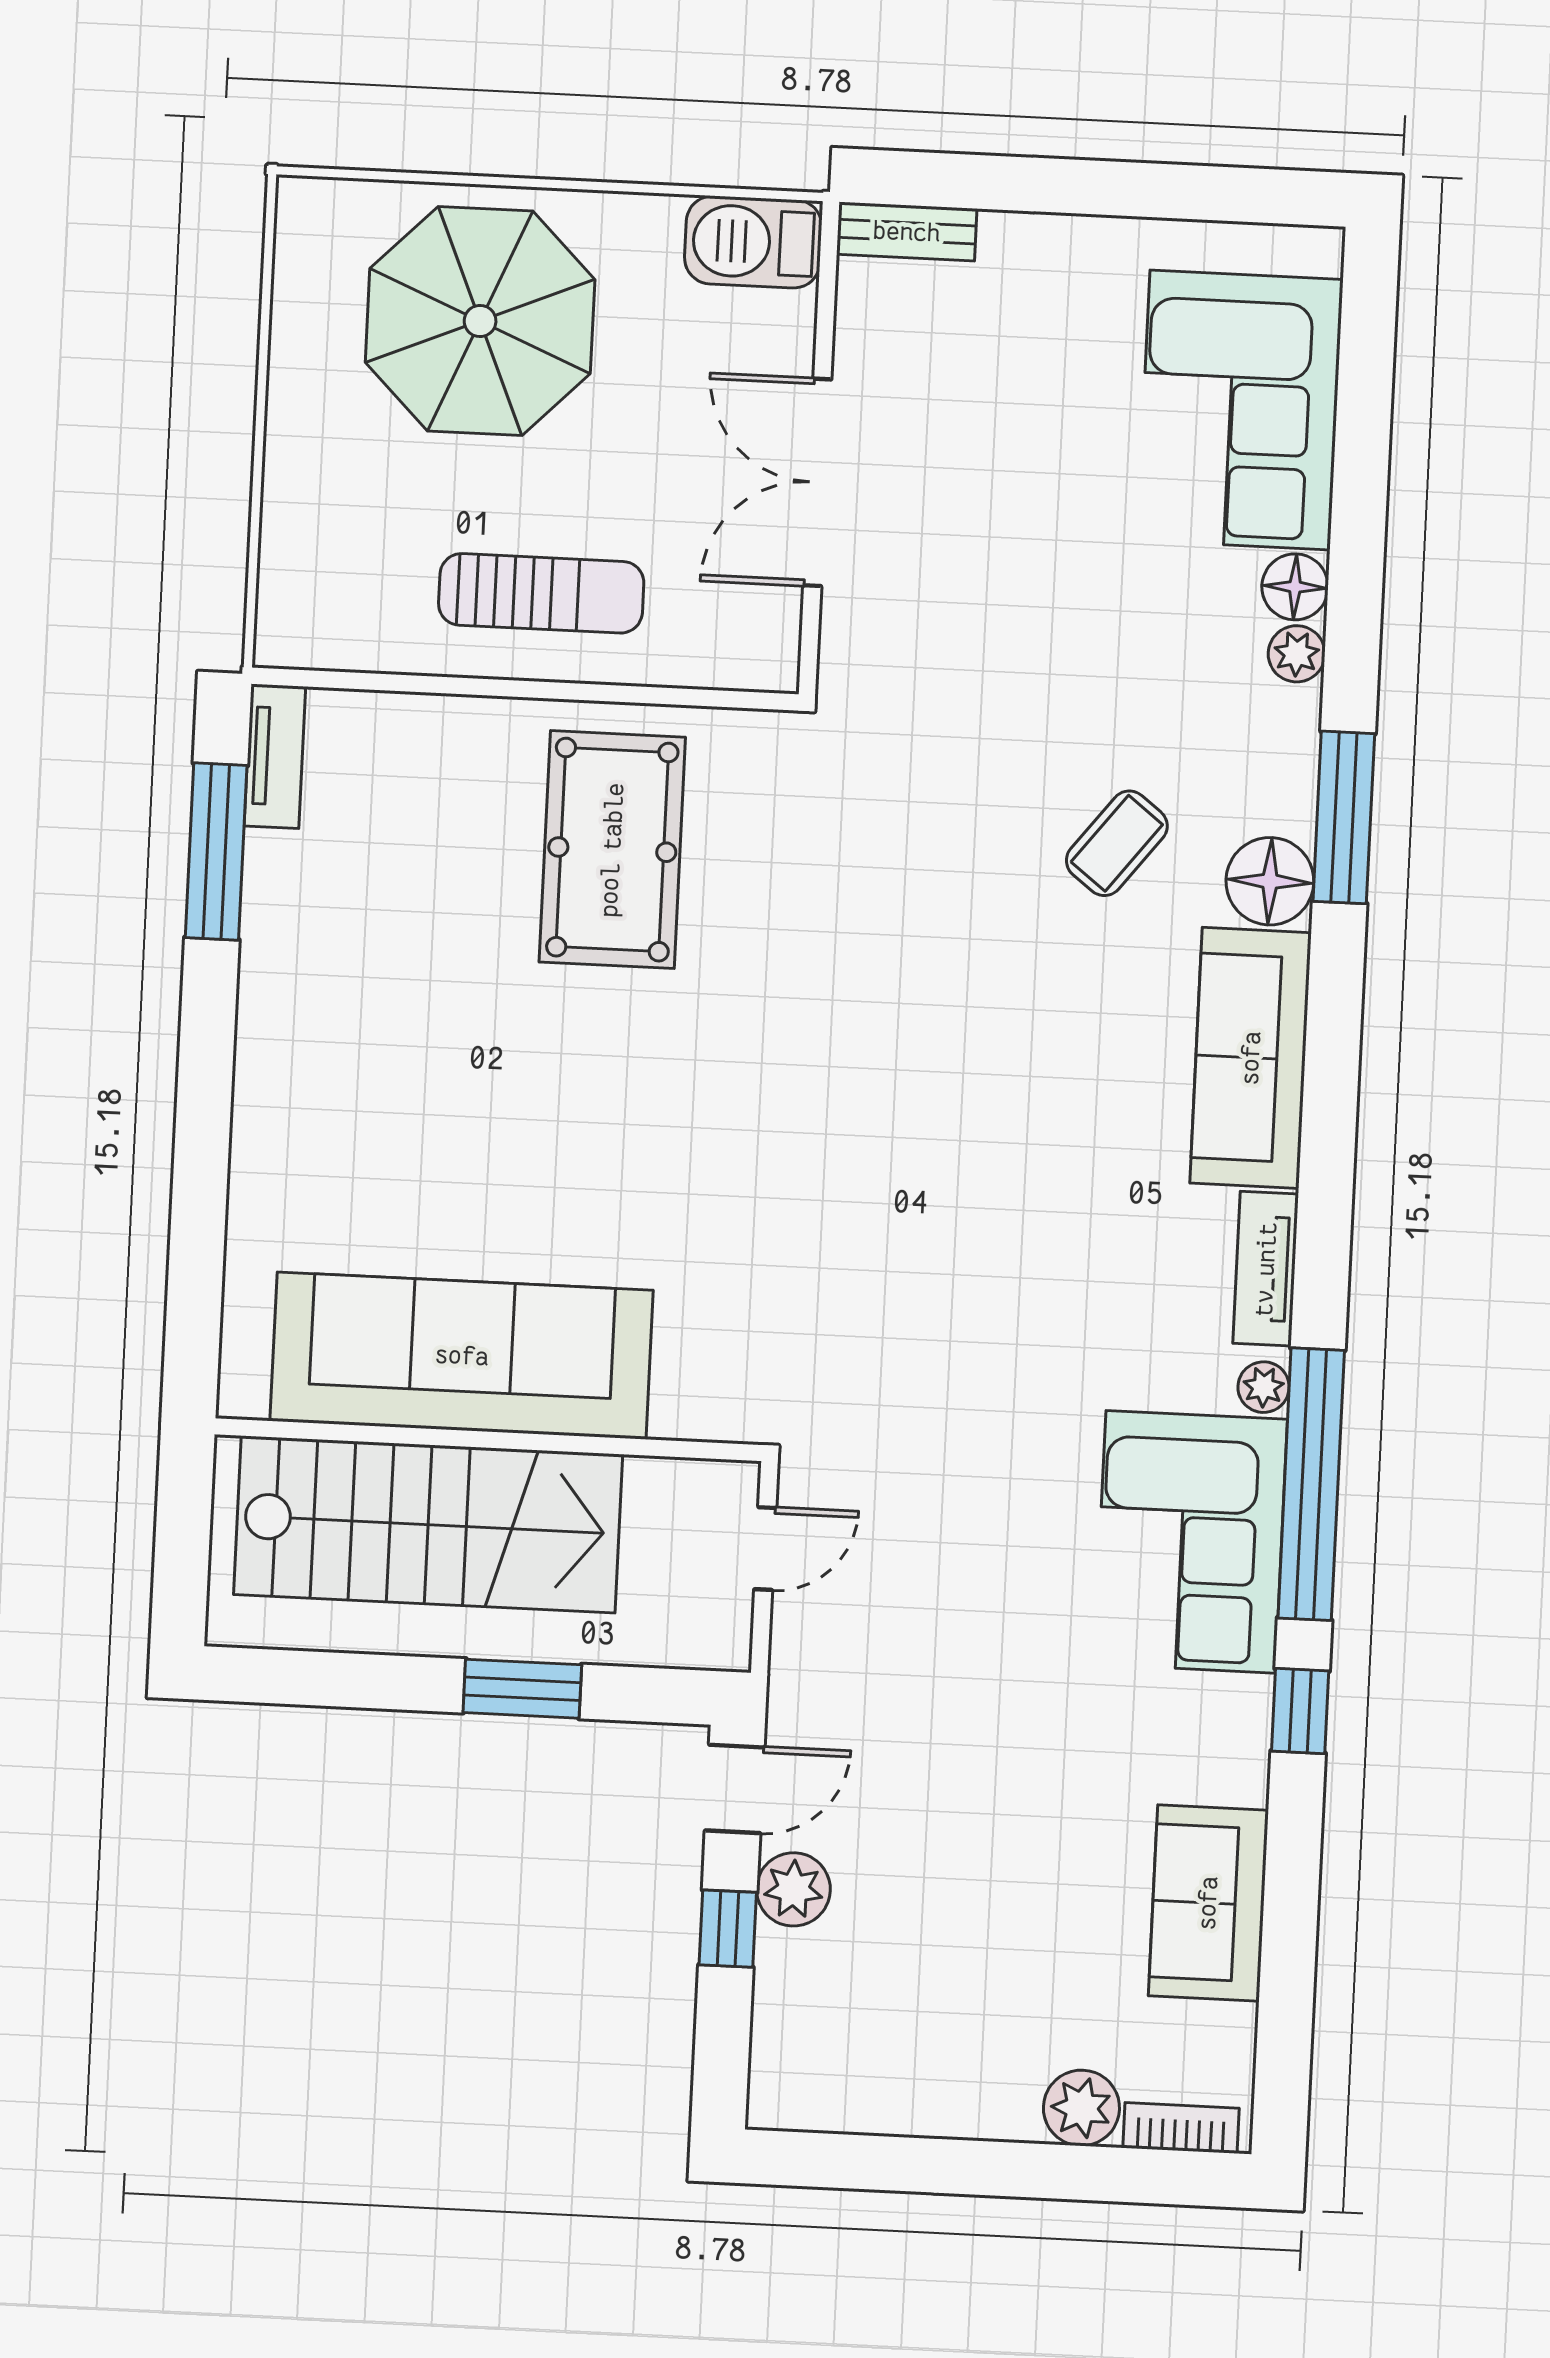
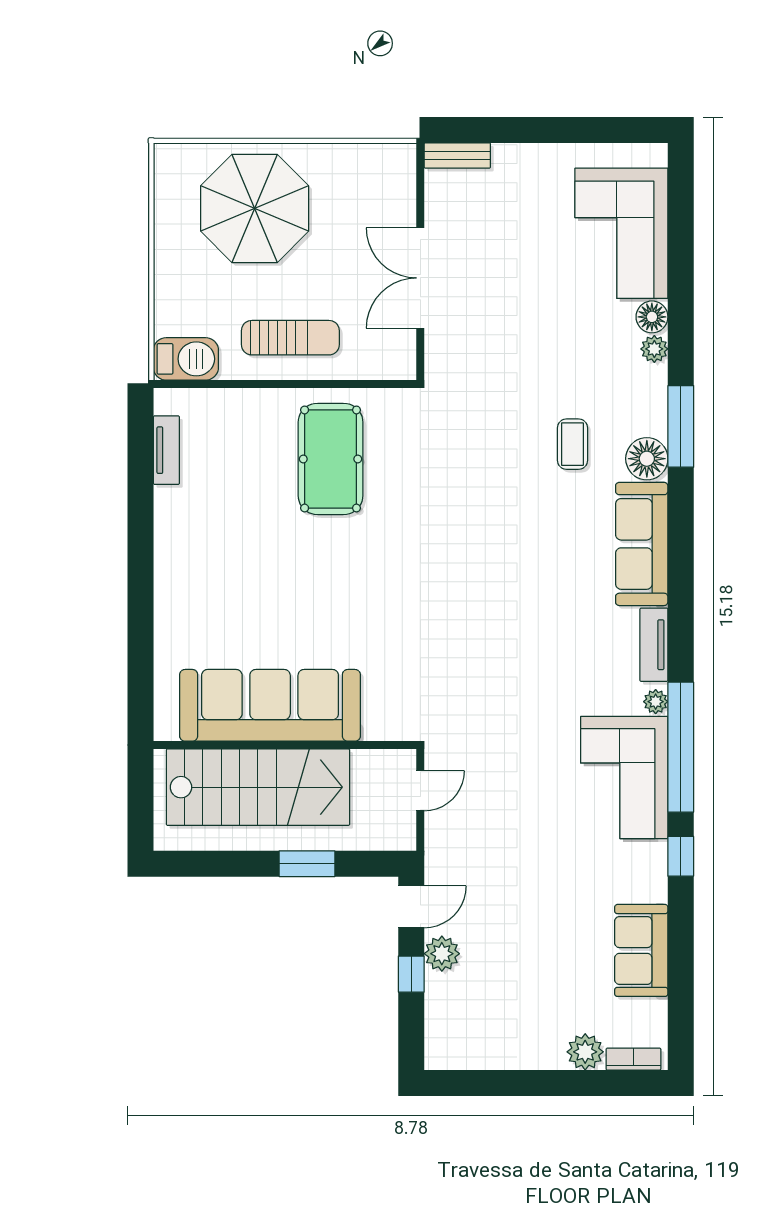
barbecue: (753, 242) -> (186, 359), moved, turned 180
tv unit: (275, 756) -> (166, 450), moved
coffee table: (1117, 843) -> (572, 444), turned -38
window: (216, 852) -> (140, 469), removed

